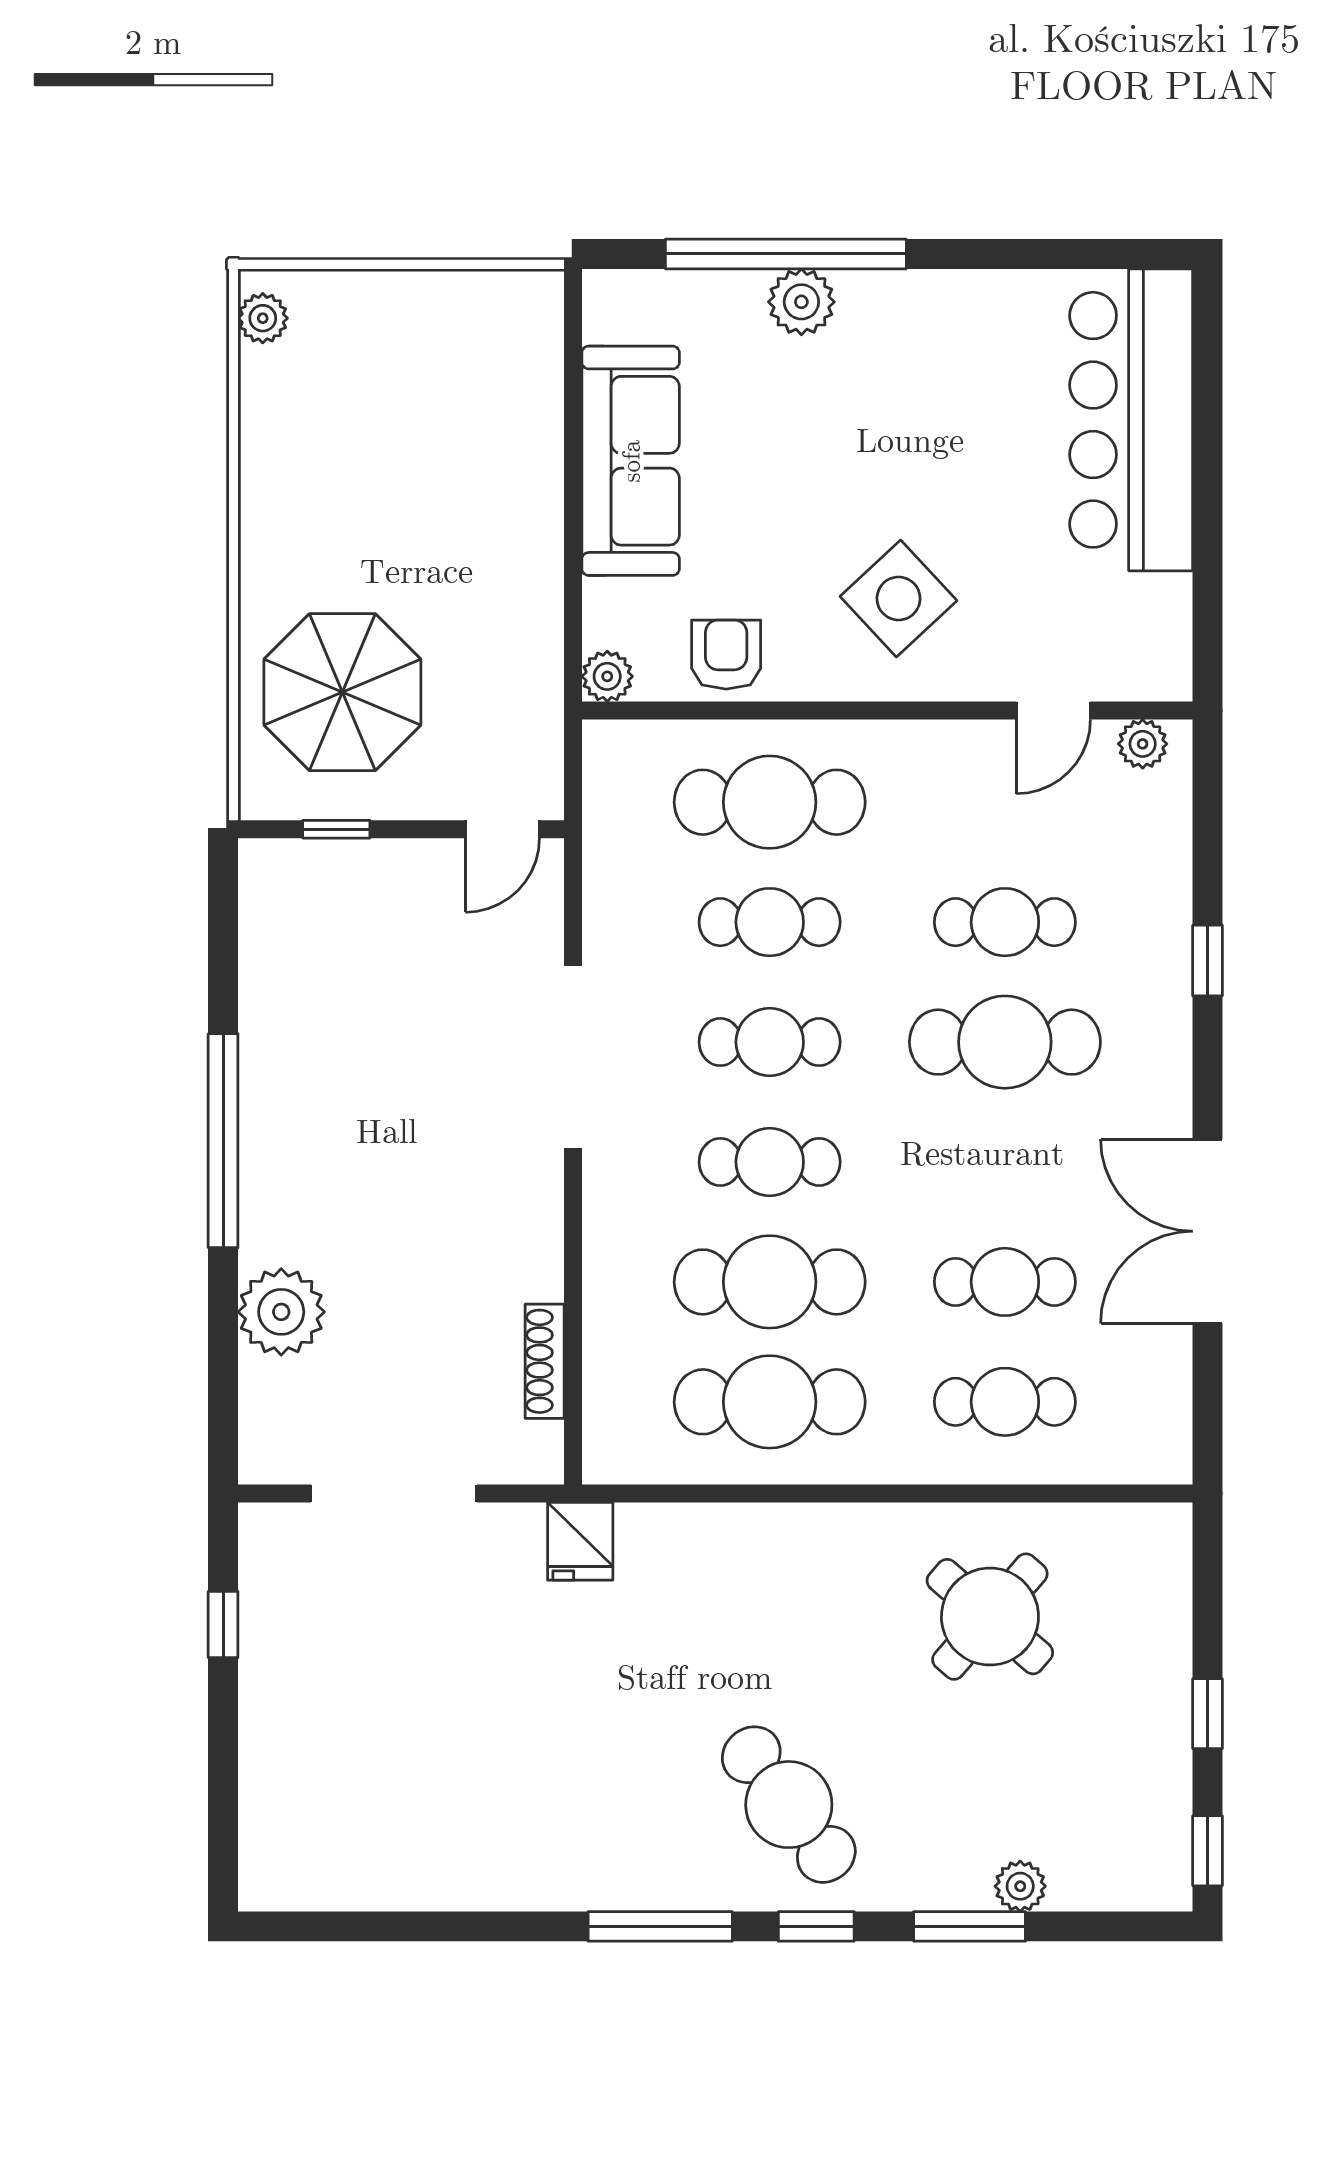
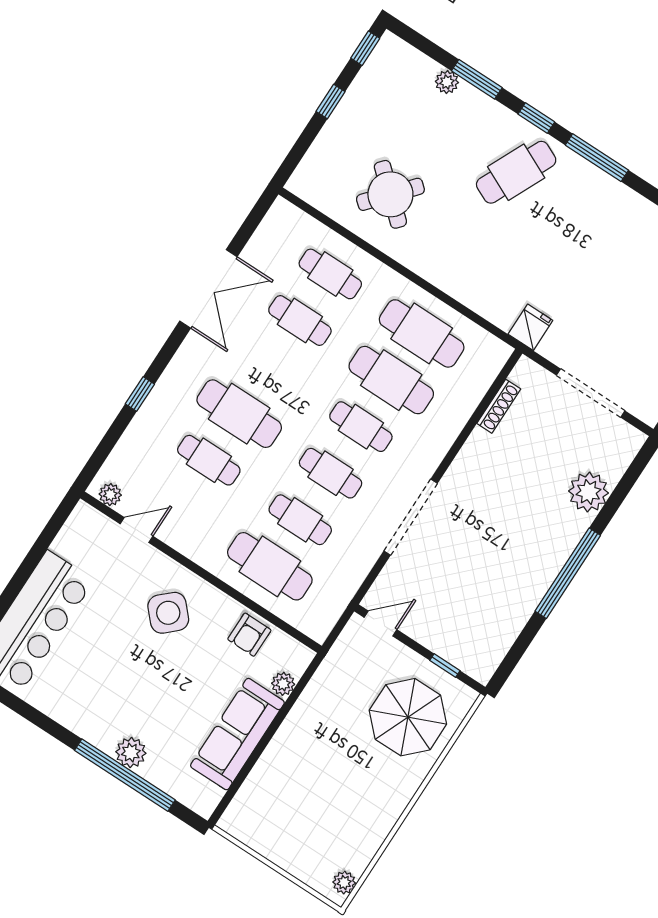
plant: (607, 676) -> (283, 684), moved
cafe table: (789, 1805) -> (516, 172), turned 62

